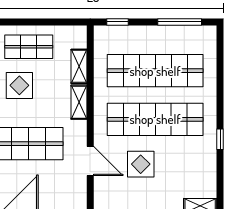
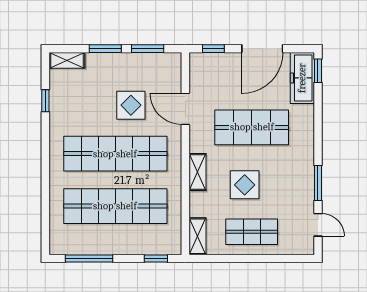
shelving: (79, 66) -> (197, 236), moved
display table: (19, 85) -> (245, 185), moved
window: (220, 139) -> (45, 101), moved

